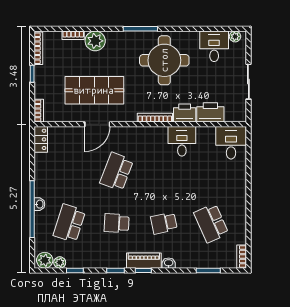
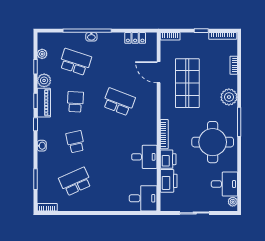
plant: (95, 41) -> (229, 97), moved
door: (97, 124) -> (159, 72), moved
locker: (41, 139) -> (135, 38), moved
plant: (45, 260) -> (44, 80), moved
piano: (144, 261) -> (44, 103), moved

